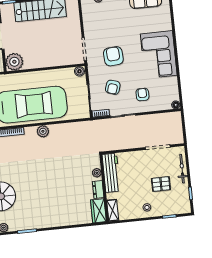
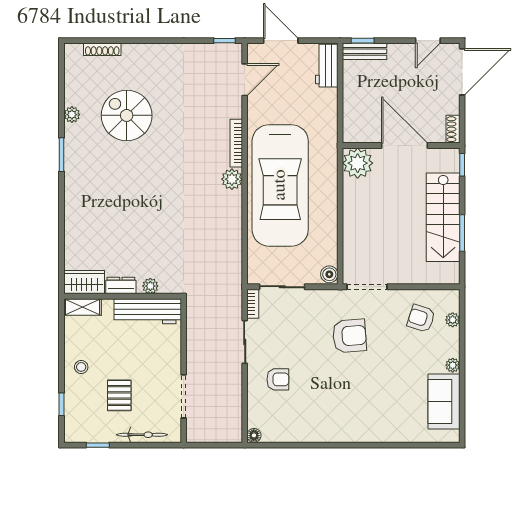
corner sofa: (159, 55) -> (344, 415), removed
armchair: (113, 87) -> (421, 318), moved
plant: (43, 131) -> (232, 179), moved

